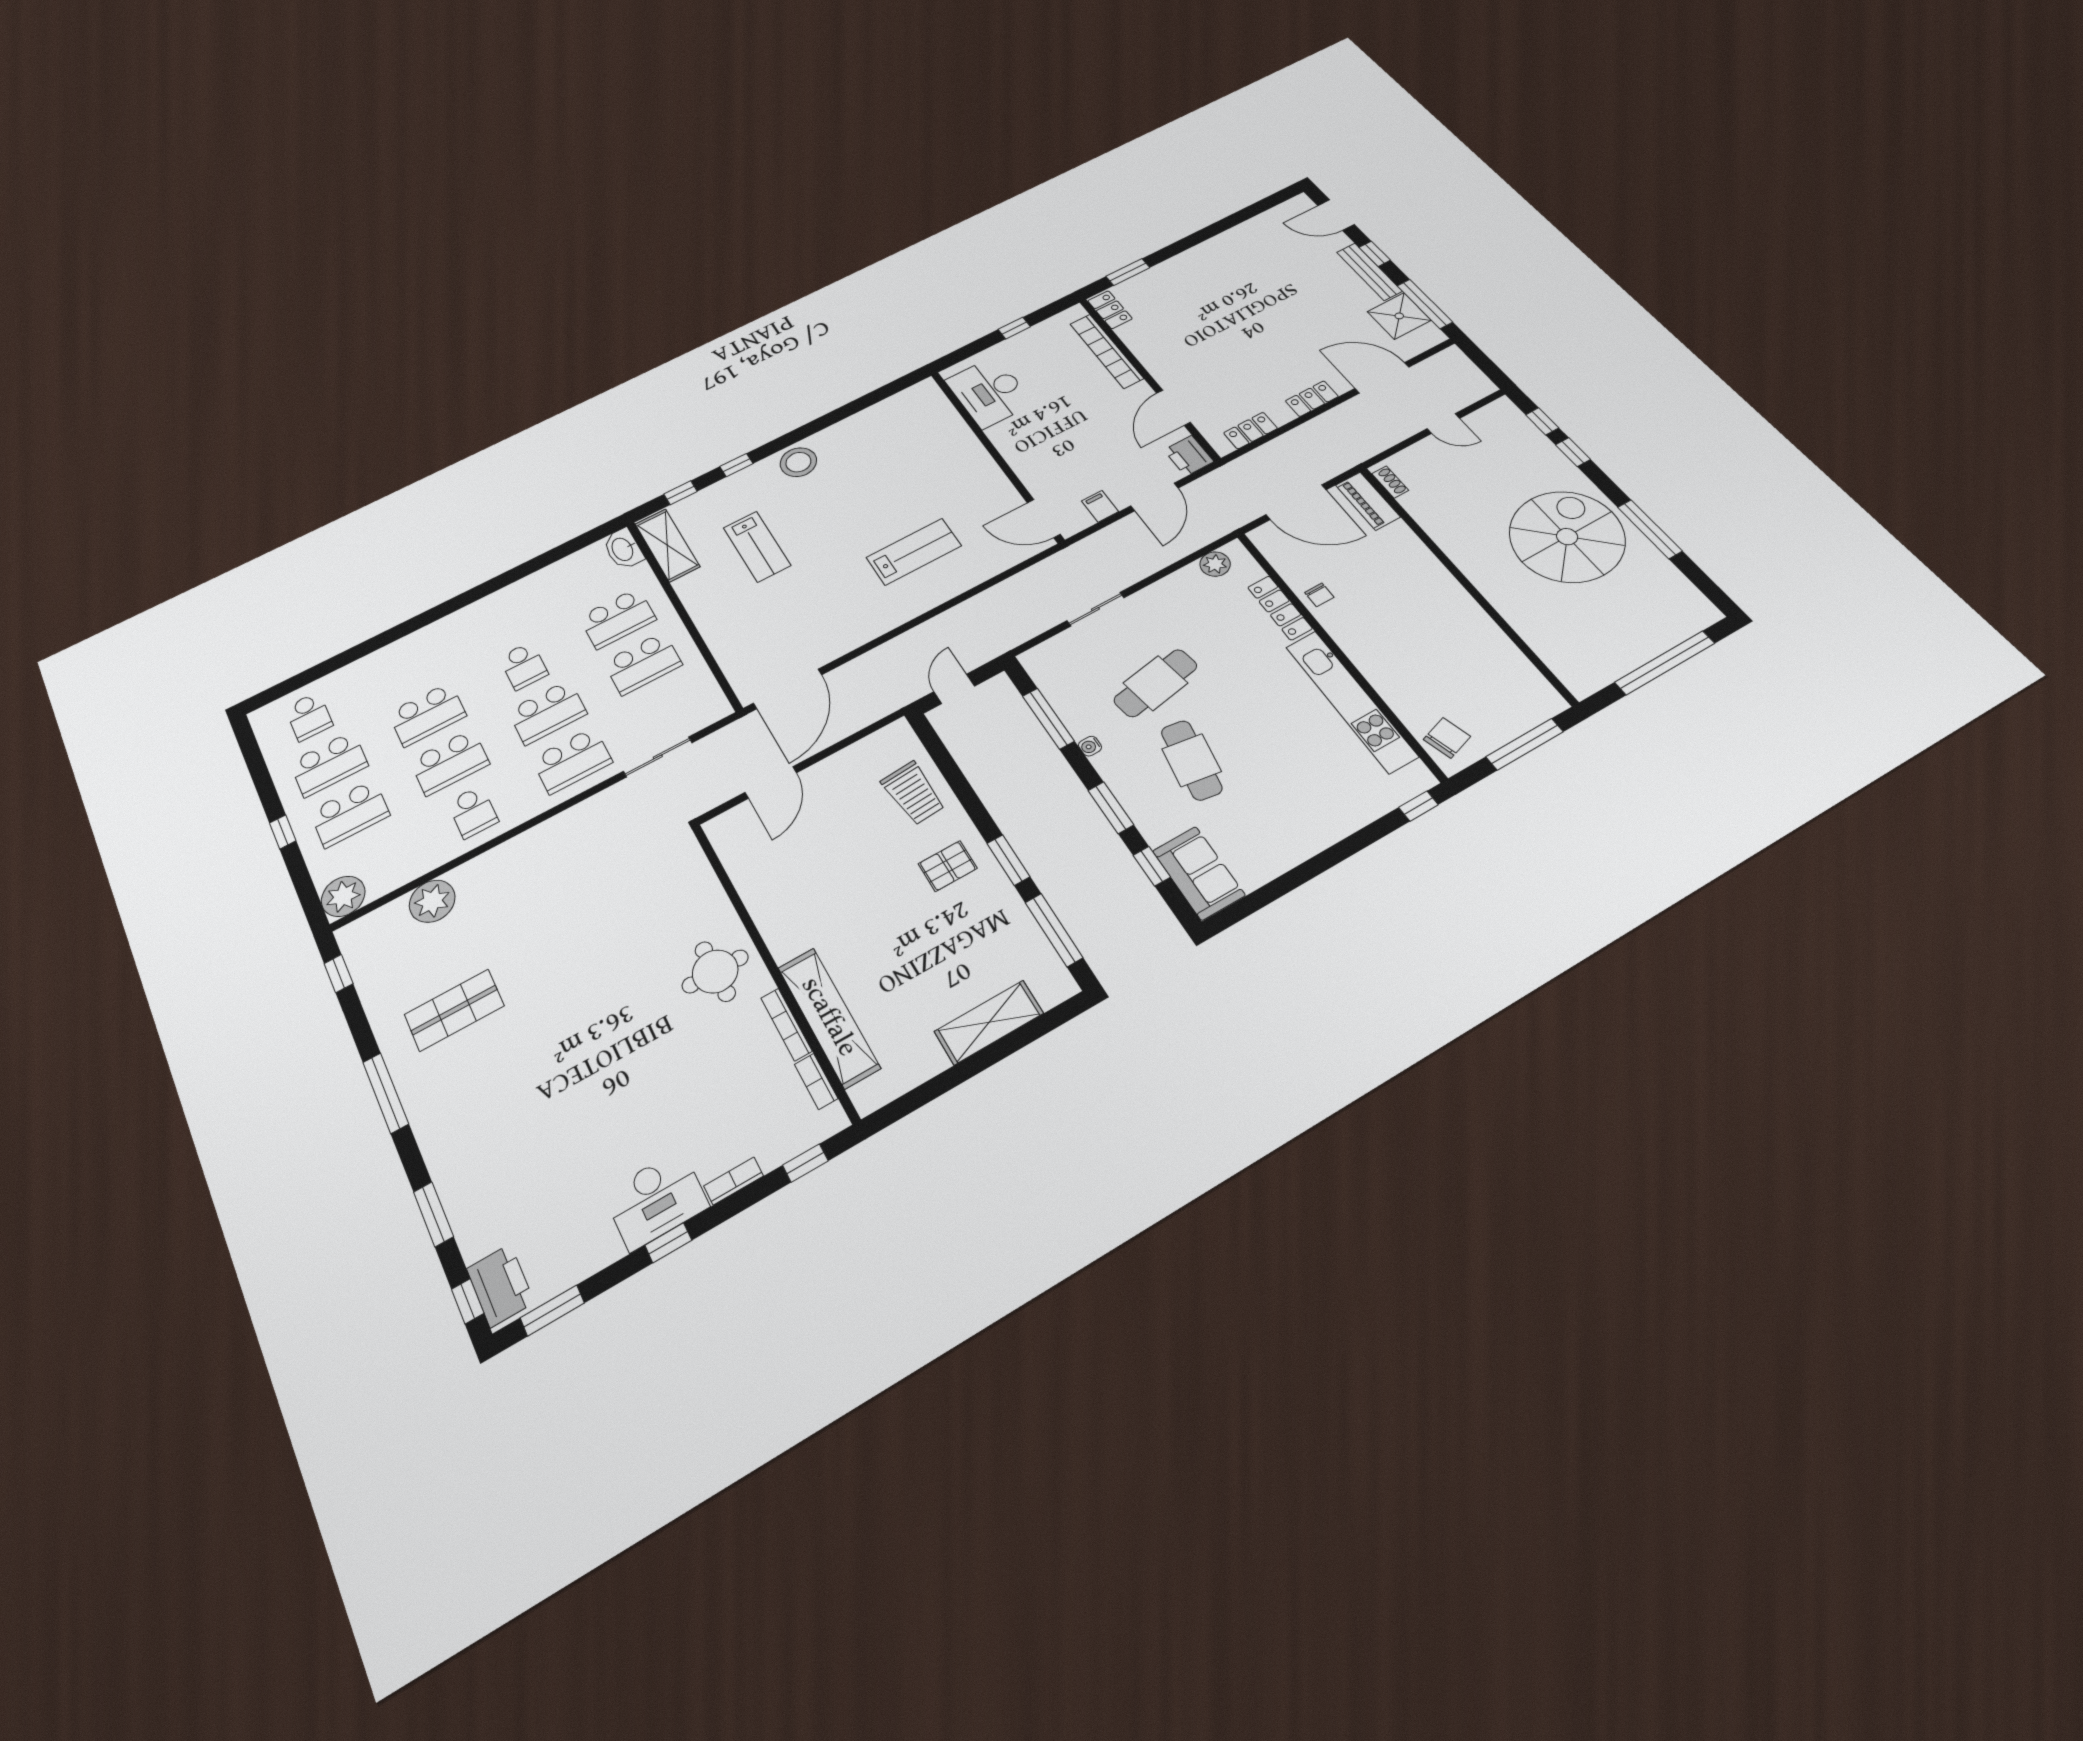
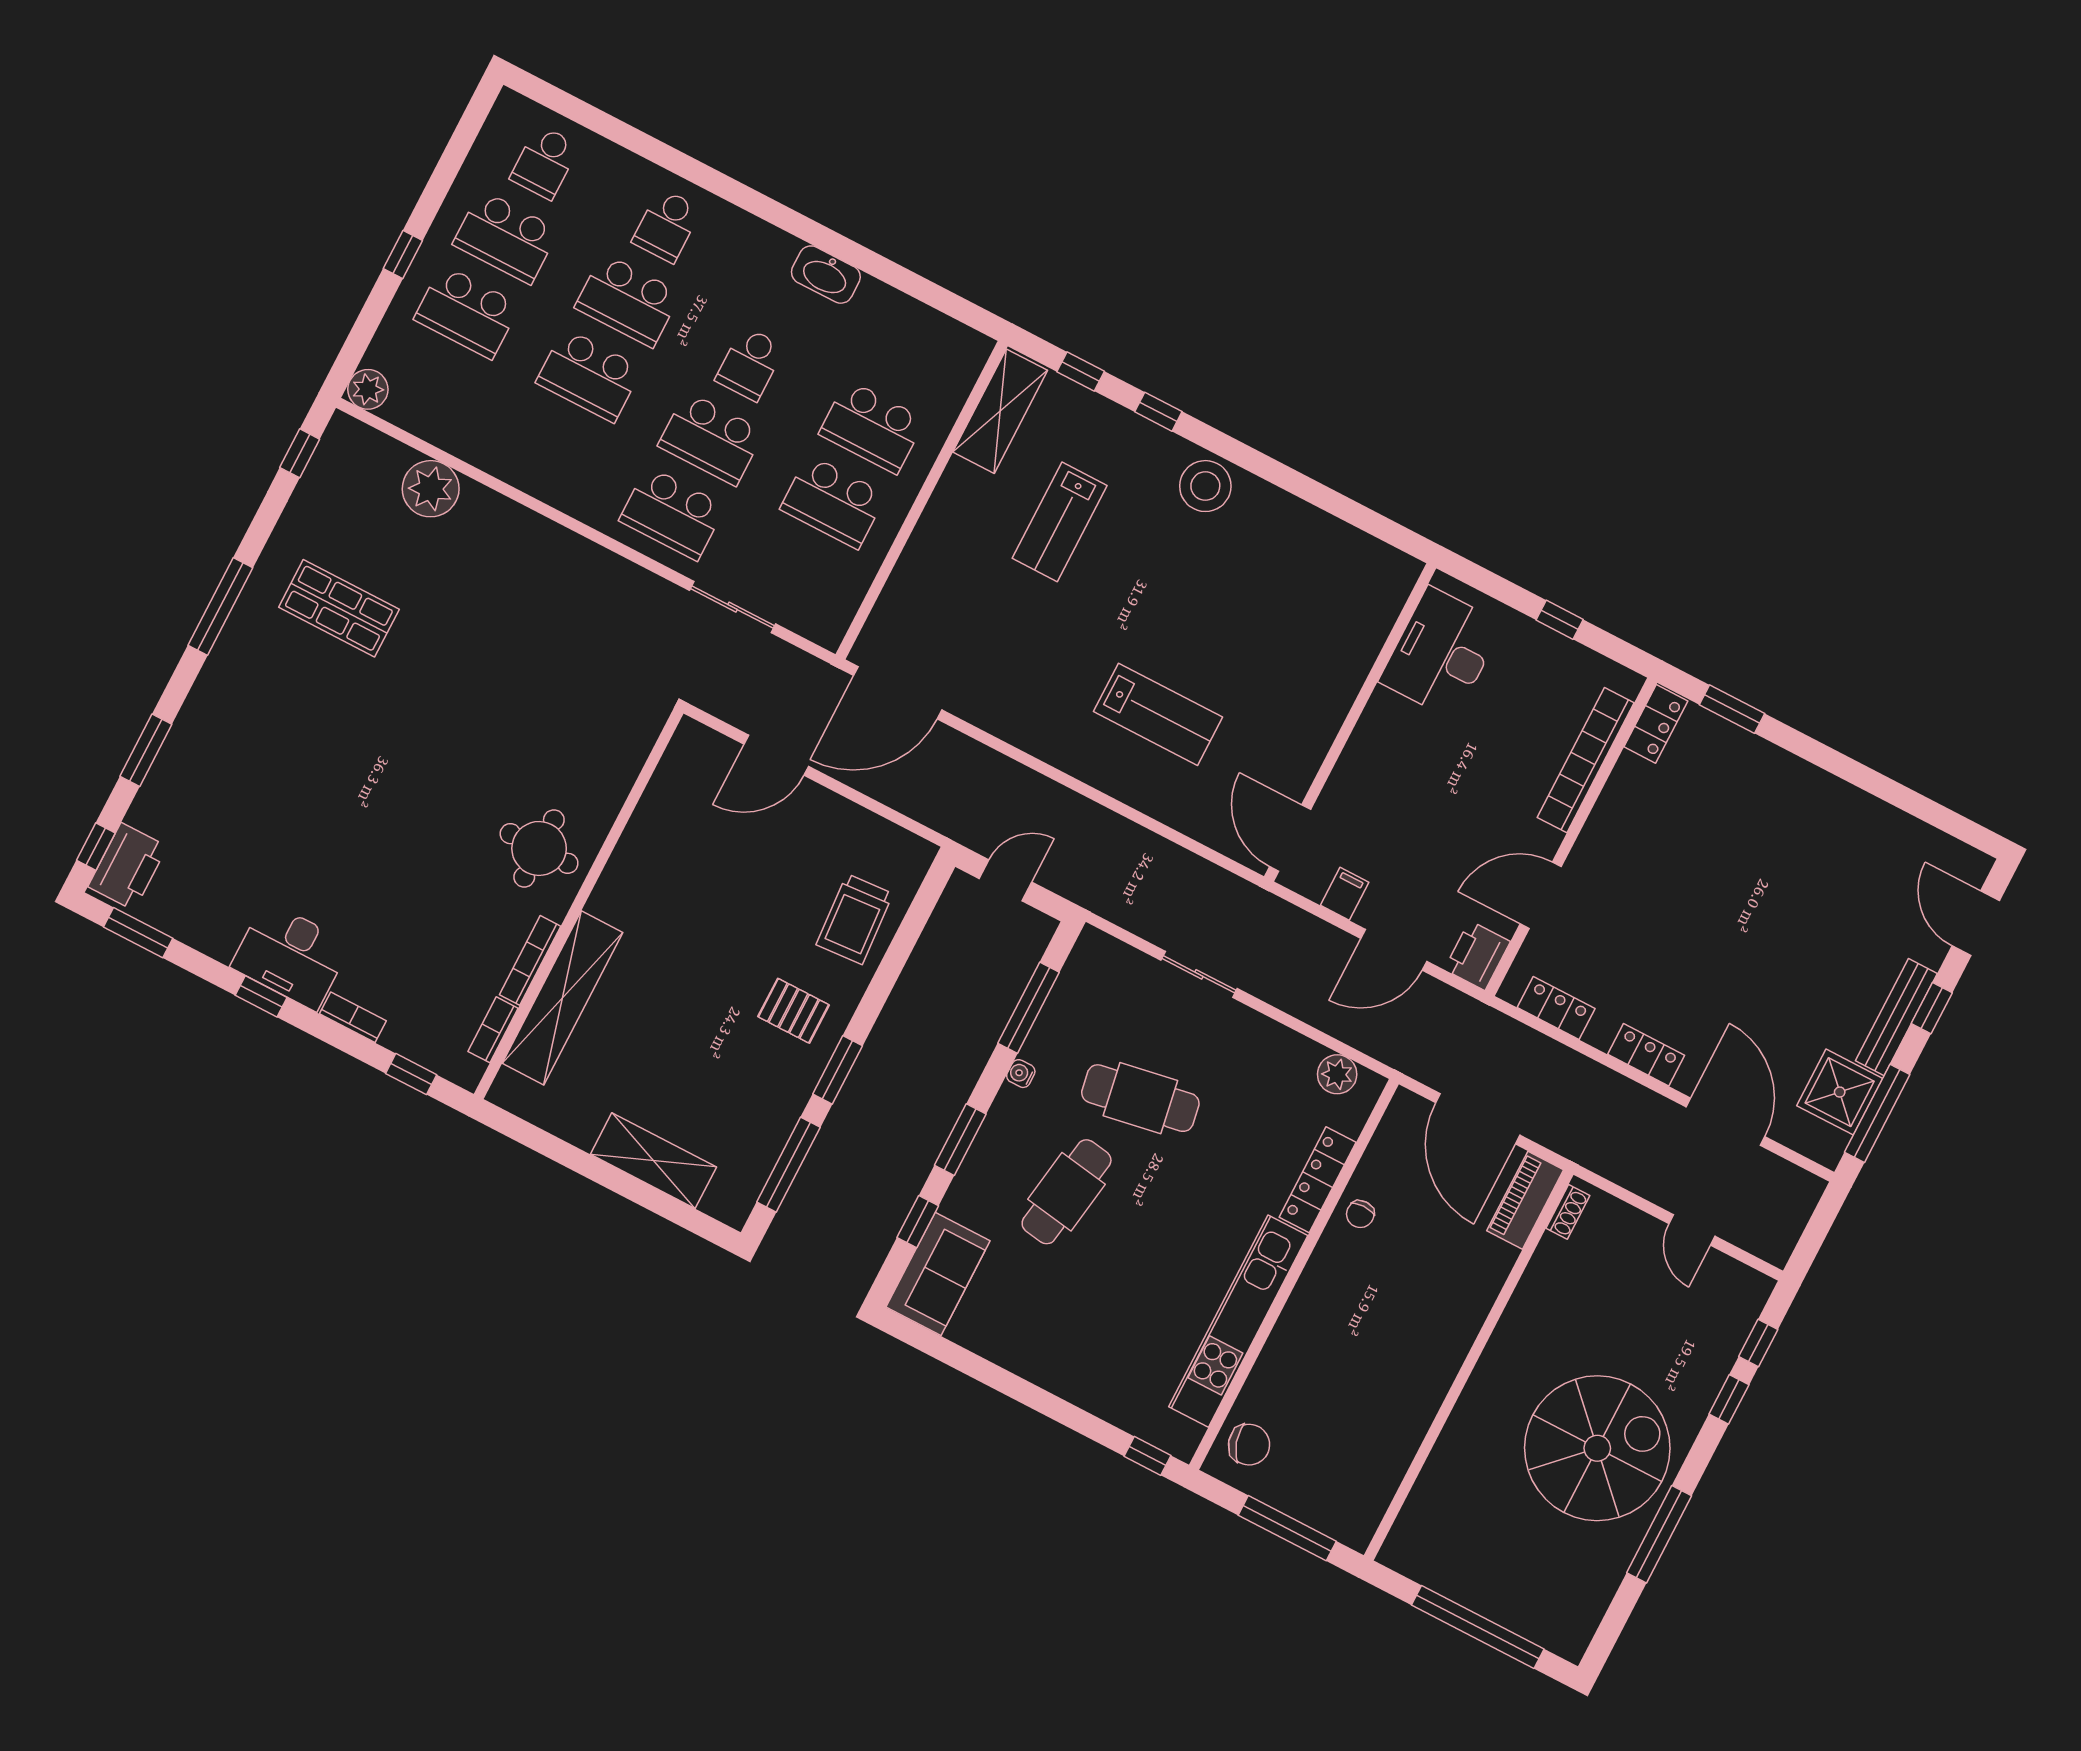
washbasin: (623, 549) -> (826, 275), moved, turned -90
school desk: (473, 812) -> (667, 226), moved
plant: (343, 896) -> (368, 389), width x0.73, depth x0.73

